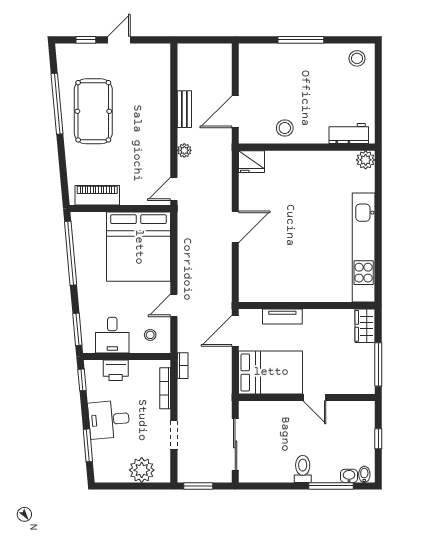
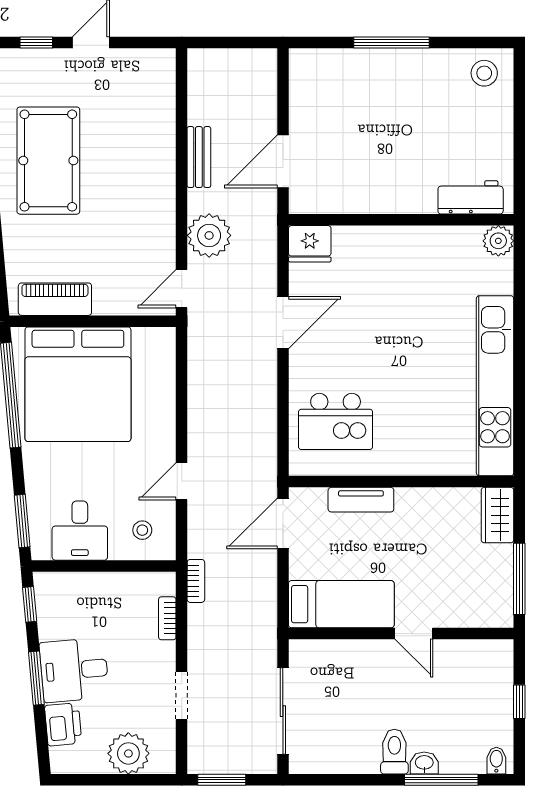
stool: (285, 128) -> (365, 188), removed
plant: (184, 150) -> (209, 235), width x1.87, depth x1.87
door: (235, 227) -> (283, 323), moved
bed: (139, 247) -> (78, 384), moved
kitchen island: (267, 269) -> (336, 421), added
printer: (116, 370) -> (63, 724), moved, turned -95
bed: (271, 372) -> (341, 604), width x0.67
bookcase: (165, 388) -> (167, 618), width x0.64
window: (88, 445) -> (36, 678), moved
washbasin: (349, 476) -> (424, 763), moved

